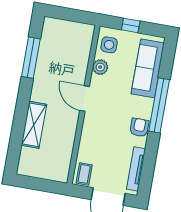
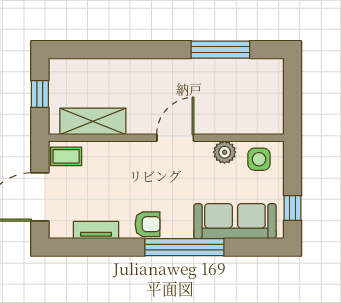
window: (131, 25) -> (292, 208), moved
shelving: (34, 125) -> (93, 121), moved
tv unit: (136, 169) -> (96, 230), width x0.71
window: (39, 184) -> (40, 94), added

